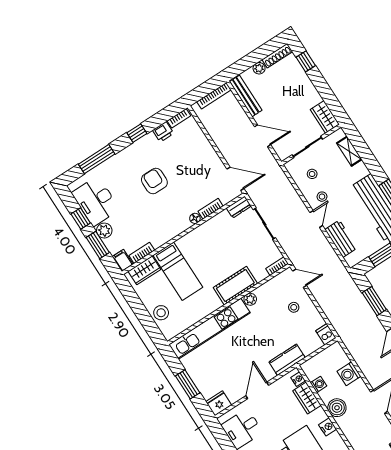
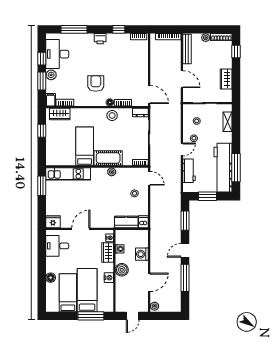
wardrobe: (325, 117) -> (226, 79), moved
printer: (163, 132) -> (100, 39), moved
window: (137, 133) -> (119, 29), moved
armchair: (154, 181) -> (96, 83), moved
bed: (178, 271) -> (85, 146), moved, turned 180
window: (136, 304) -> (42, 131), added
stool: (161, 313) -> (112, 116), moved
kitchen unit: (210, 329) -> (68, 174), width x0.73
kitchen counter: (287, 360) -> (126, 222), moved
window: (188, 384) -> (42, 186), moved

